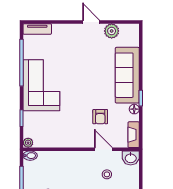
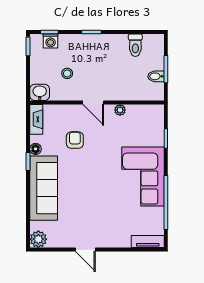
plant: (112, 31) -> (38, 239), moved
plant: (28, 143) -> (120, 110), moved
door: (103, 149) -> (93, 102), moved
bidet: (30, 156) -> (156, 76), moved

